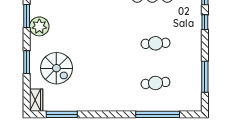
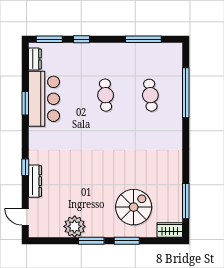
window: (27, 16) -> (91, 241), moved
plant: (39, 26) -> (75, 226), moved

